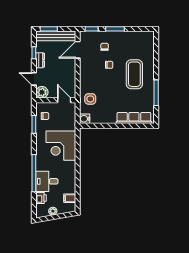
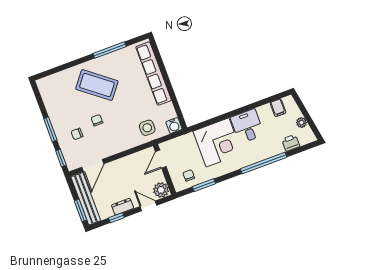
door: (78, 50) -> (93, 166), hinge flipped
coffee table: (134, 74) -> (97, 85), turned 38
door: (34, 79) -> (148, 206), swing flipped
row of seats: (134, 118) -> (154, 74), width x1.36
desk: (47, 181) -> (247, 126), moved, turned 180

